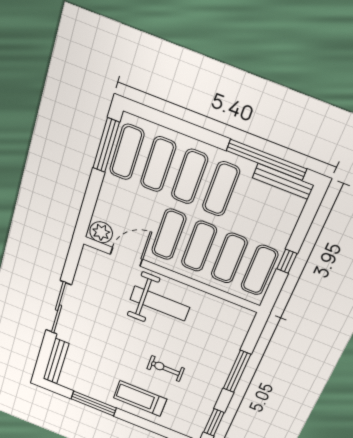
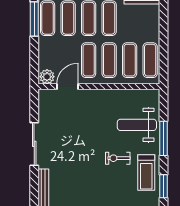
window: (287, 261) -> (164, 47), removed
weight bench: (160, 303) -> (137, 125), moved, turned 180
treadmill: (140, 398) -> (146, 173), moved, turned -90

